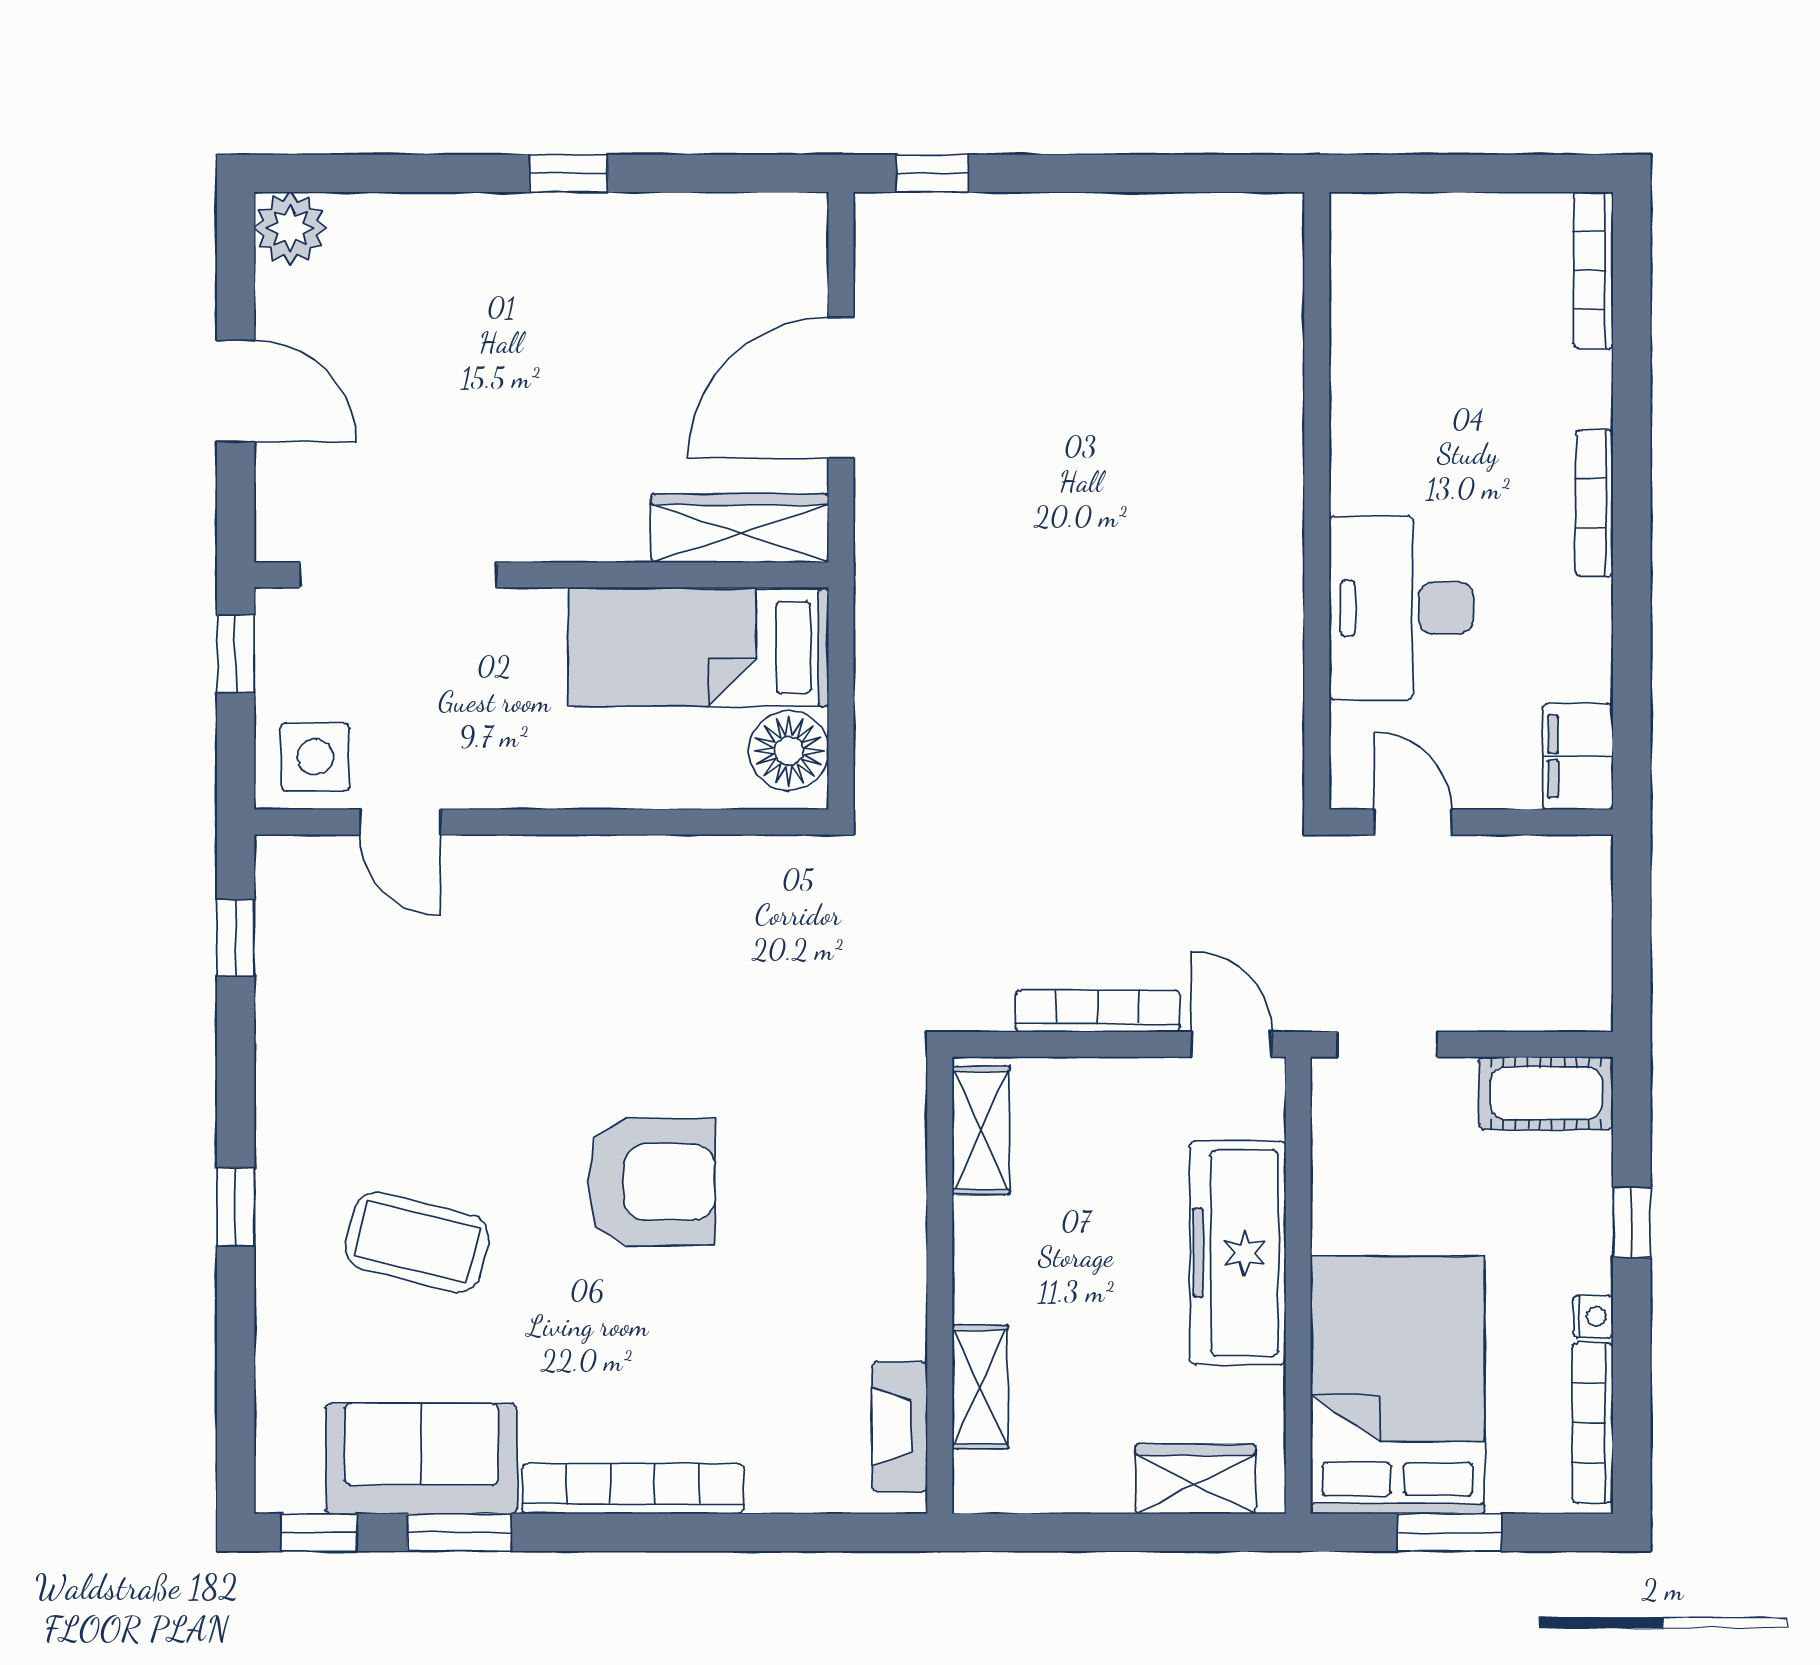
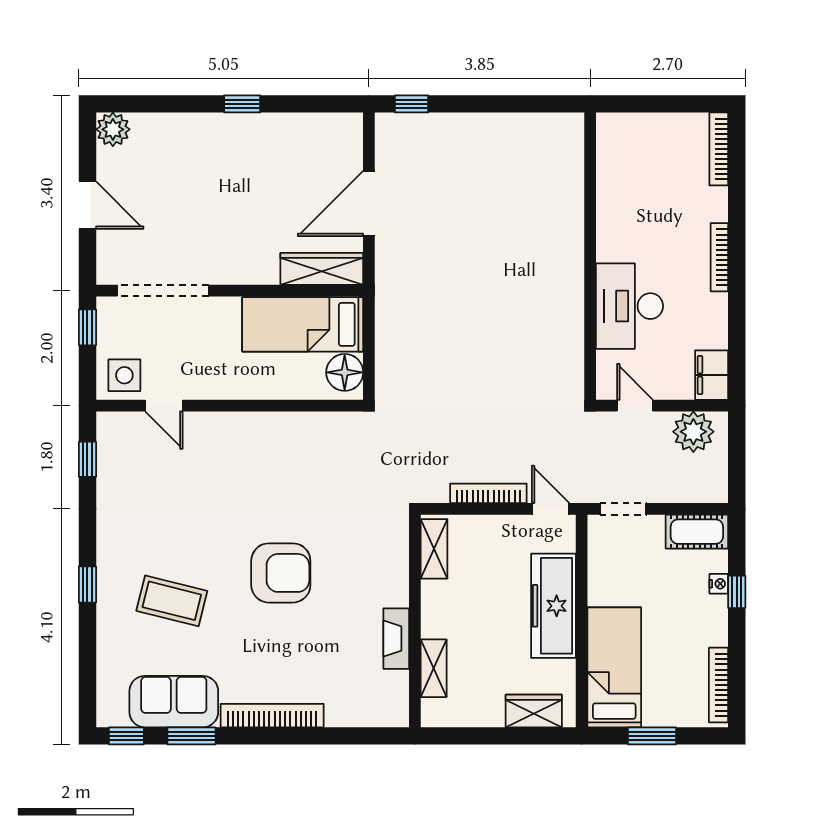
plant: (1539, 878) -> (693, 432), added
nightstand: (1593, 1317) -> (719, 584), moved
bed: (1397, 1385) -> (614, 667), width x0.67
fireplace: (900, 1427) -> (396, 639), moved

